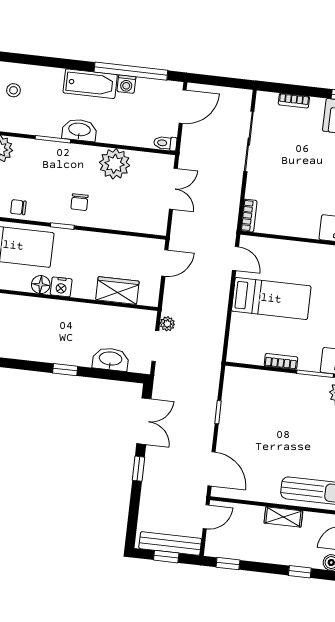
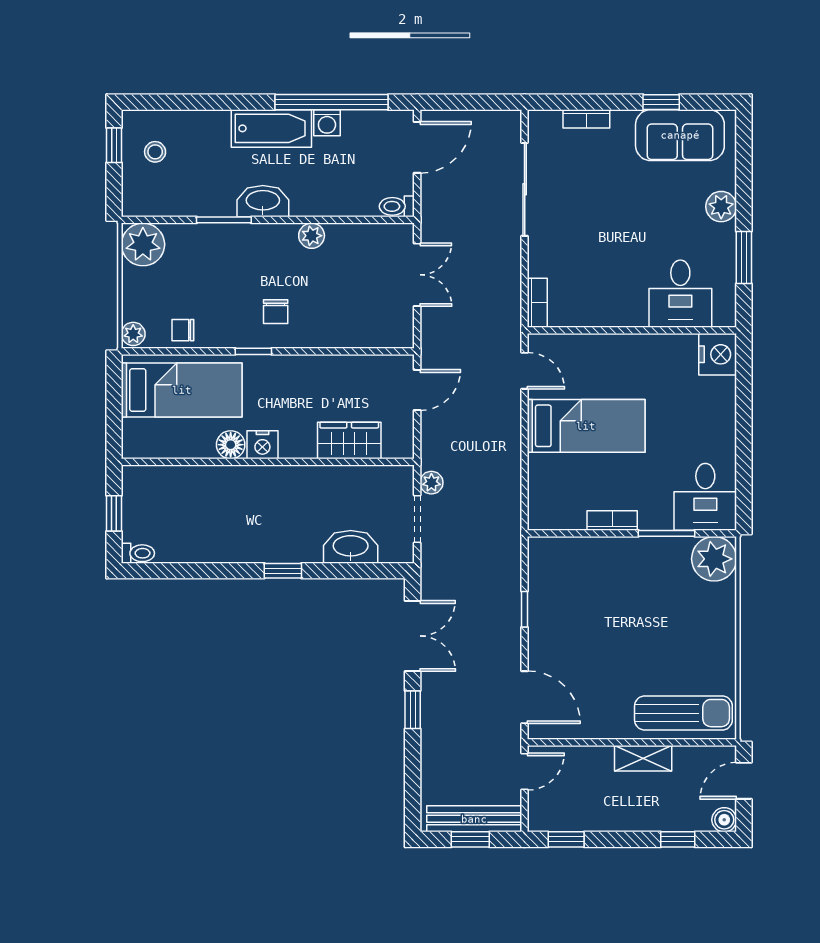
plant: (115, 164) -> (312, 236), width x0.53, depth x0.53

